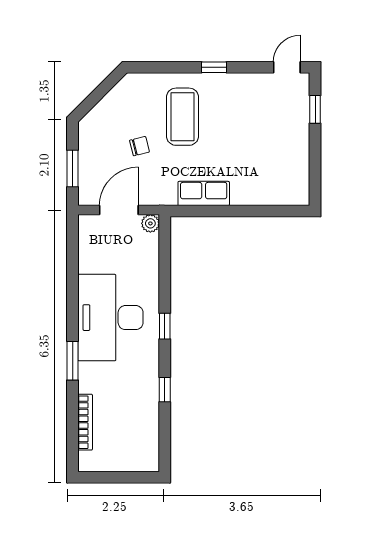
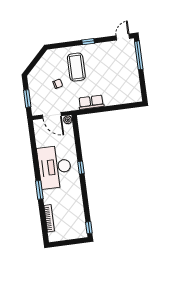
window: (315, 109) -> (139, 55), width x2.17
door: (119, 210) -> (52, 115), swing flipped
window: (165, 390) -> (89, 228), moved

